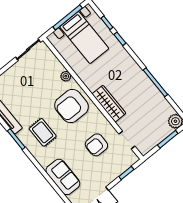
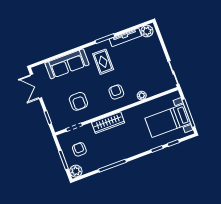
armchair: (72, 106) -> (116, 92), width x0.53, depth x0.53
armchair: (150, 126) -> (79, 149), added
rug: (43, 132) -> (103, 62), turned 90
armchair: (96, 145) -> (78, 101), turned 180
sofa: (63, 177) -> (67, 64), width x1.36

